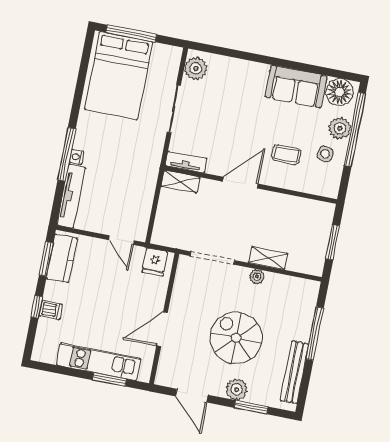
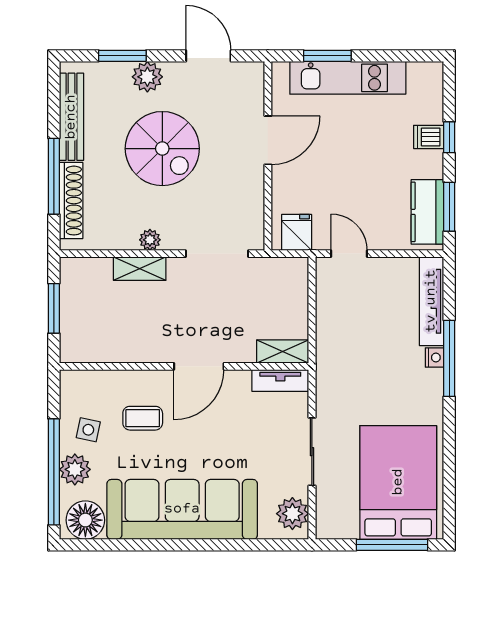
sofa: (296, 87) -> (182, 509), width x1.85, depth x1.27
shoe rack: (306, 314) -> (71, 201), added

